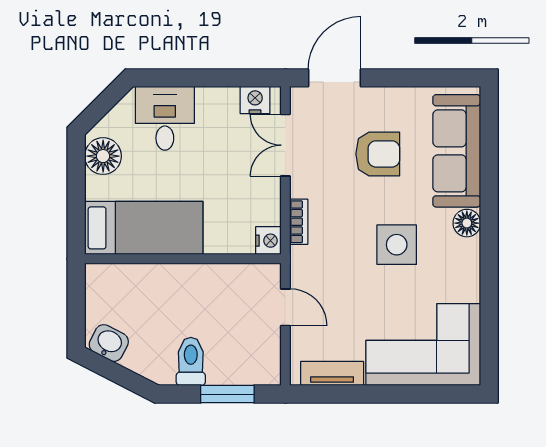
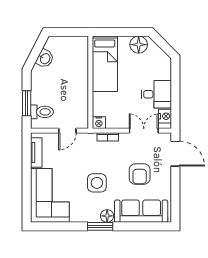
desk: (165, 118) -> (156, 94), moved
window: (489, 238) -> (100, 226), added
washbasin: (109, 343) -> (45, 59), moved
toilet: (191, 361) -> (42, 112), moved

